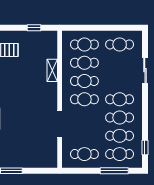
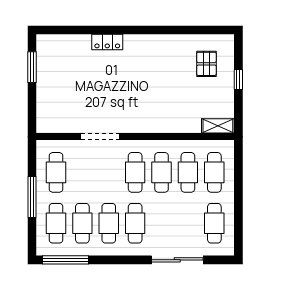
window: (34, 28) -> (238, 79), moved
shelving: (52, 70) -> (218, 126), moved
sliding door: (145, 70) -> (177, 260), width x1.37
window: (145, 147) -> (65, 260), width x2.17
window: (114, 171) -> (32, 197), moved

